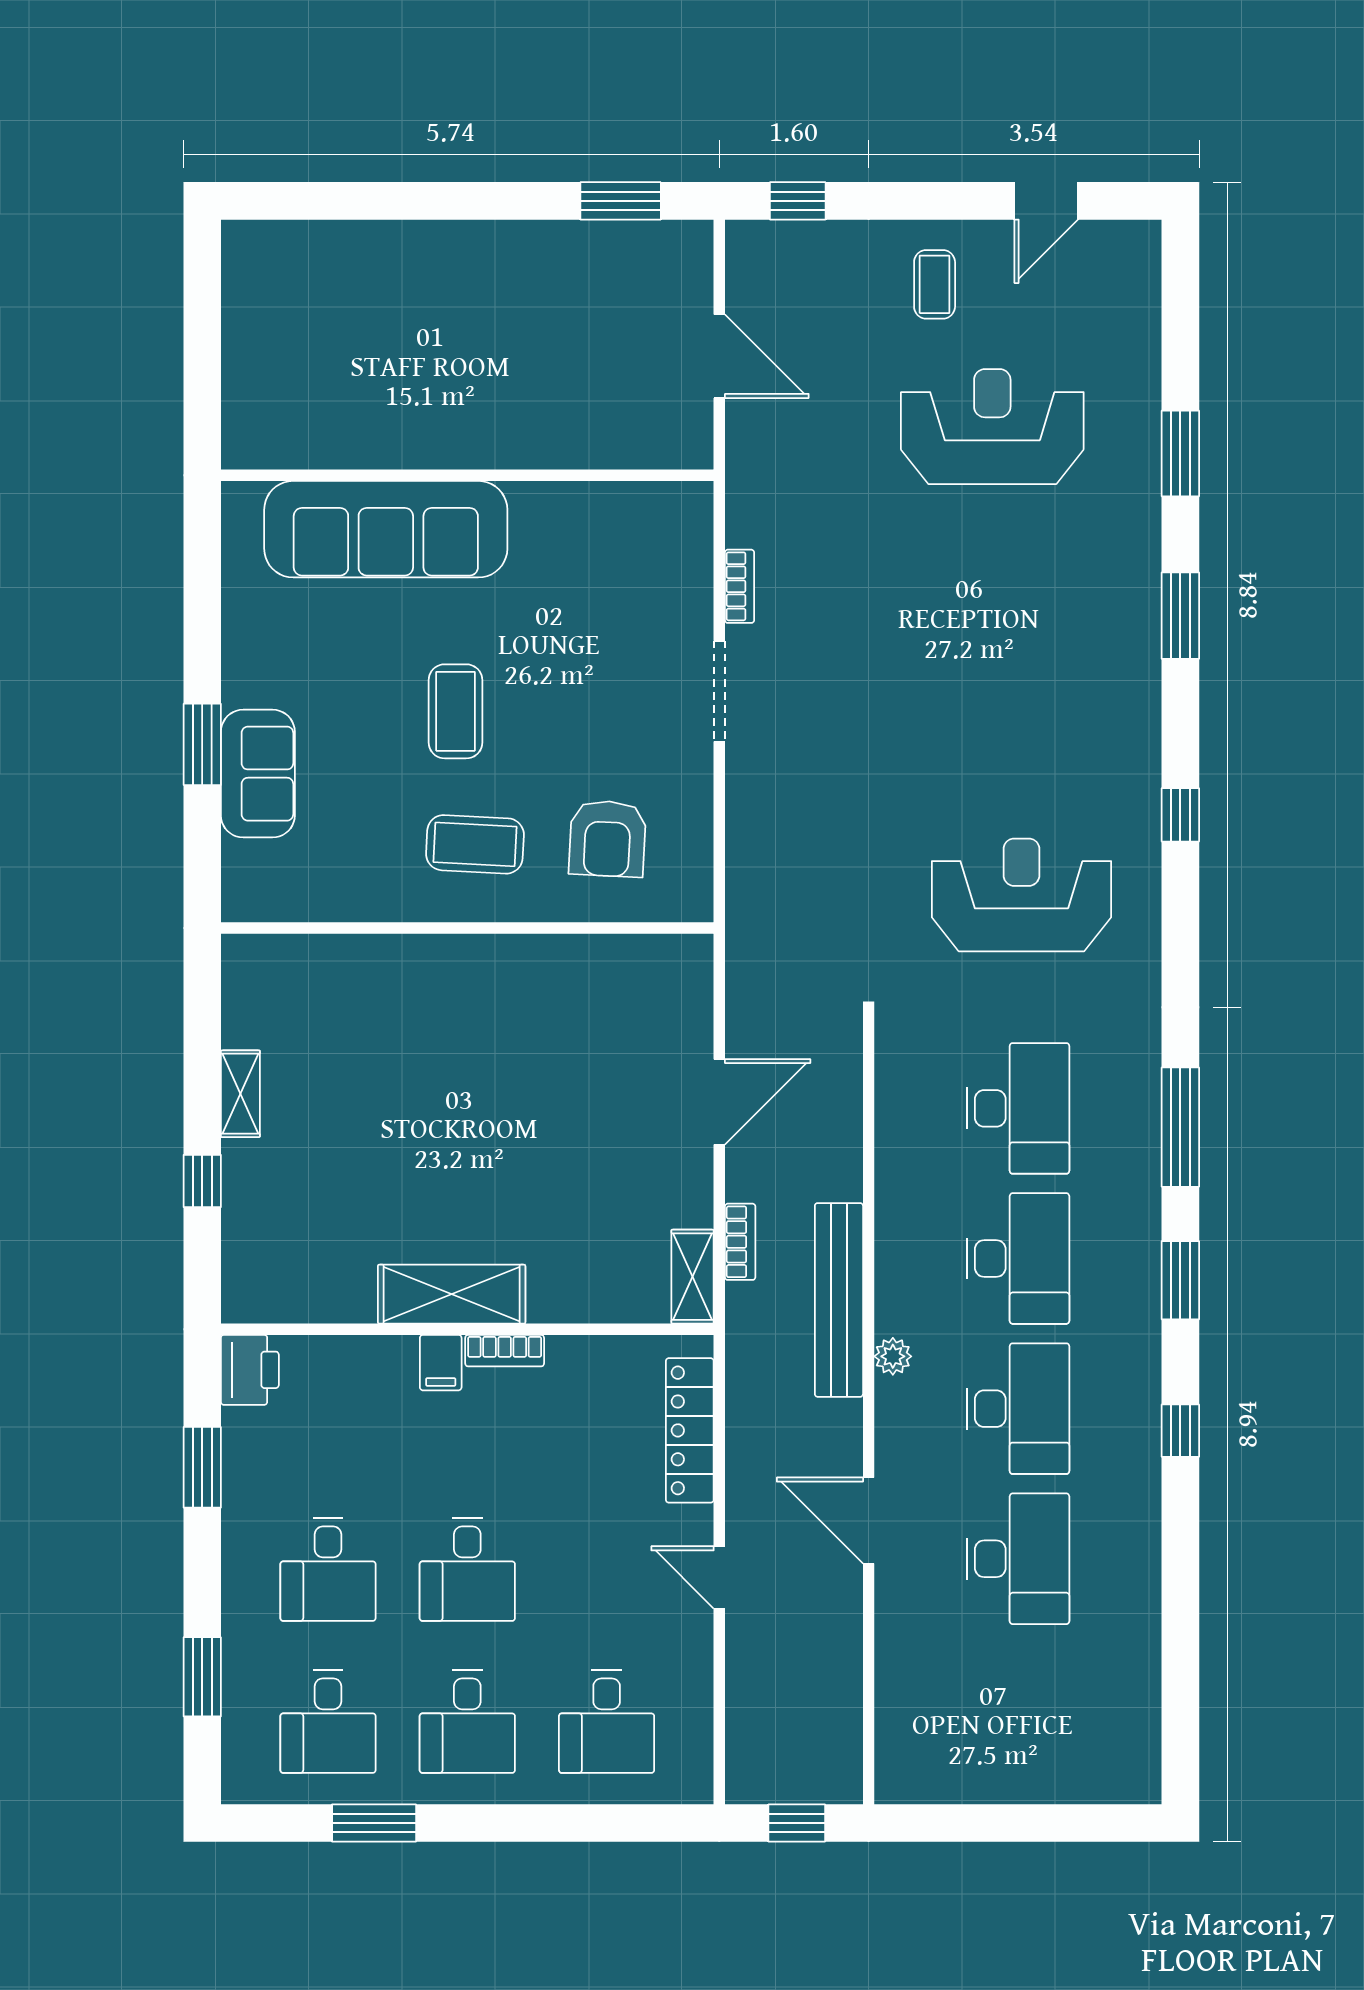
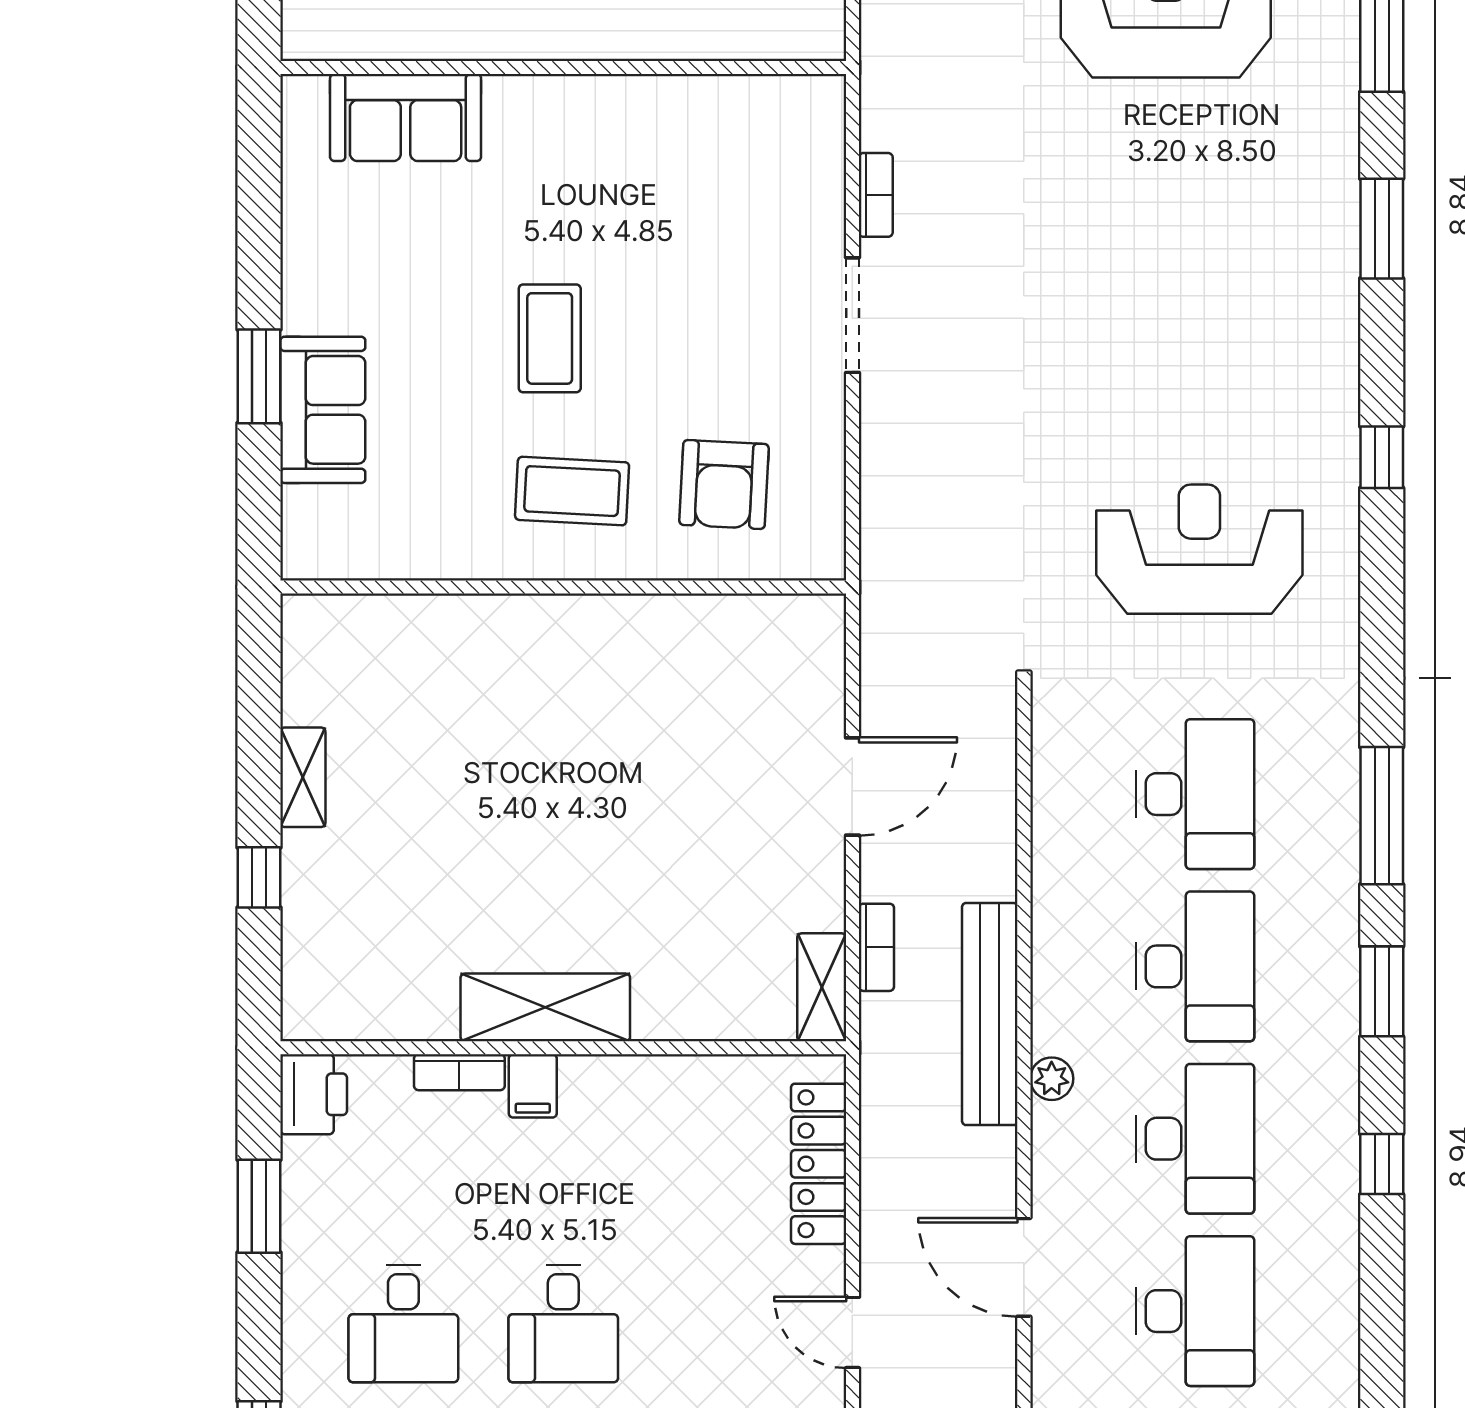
sofa: (386, 529) -> (406, 118), width x0.54, depth x0.79
bookcase: (505, 1351) -> (459, 1072), moved

